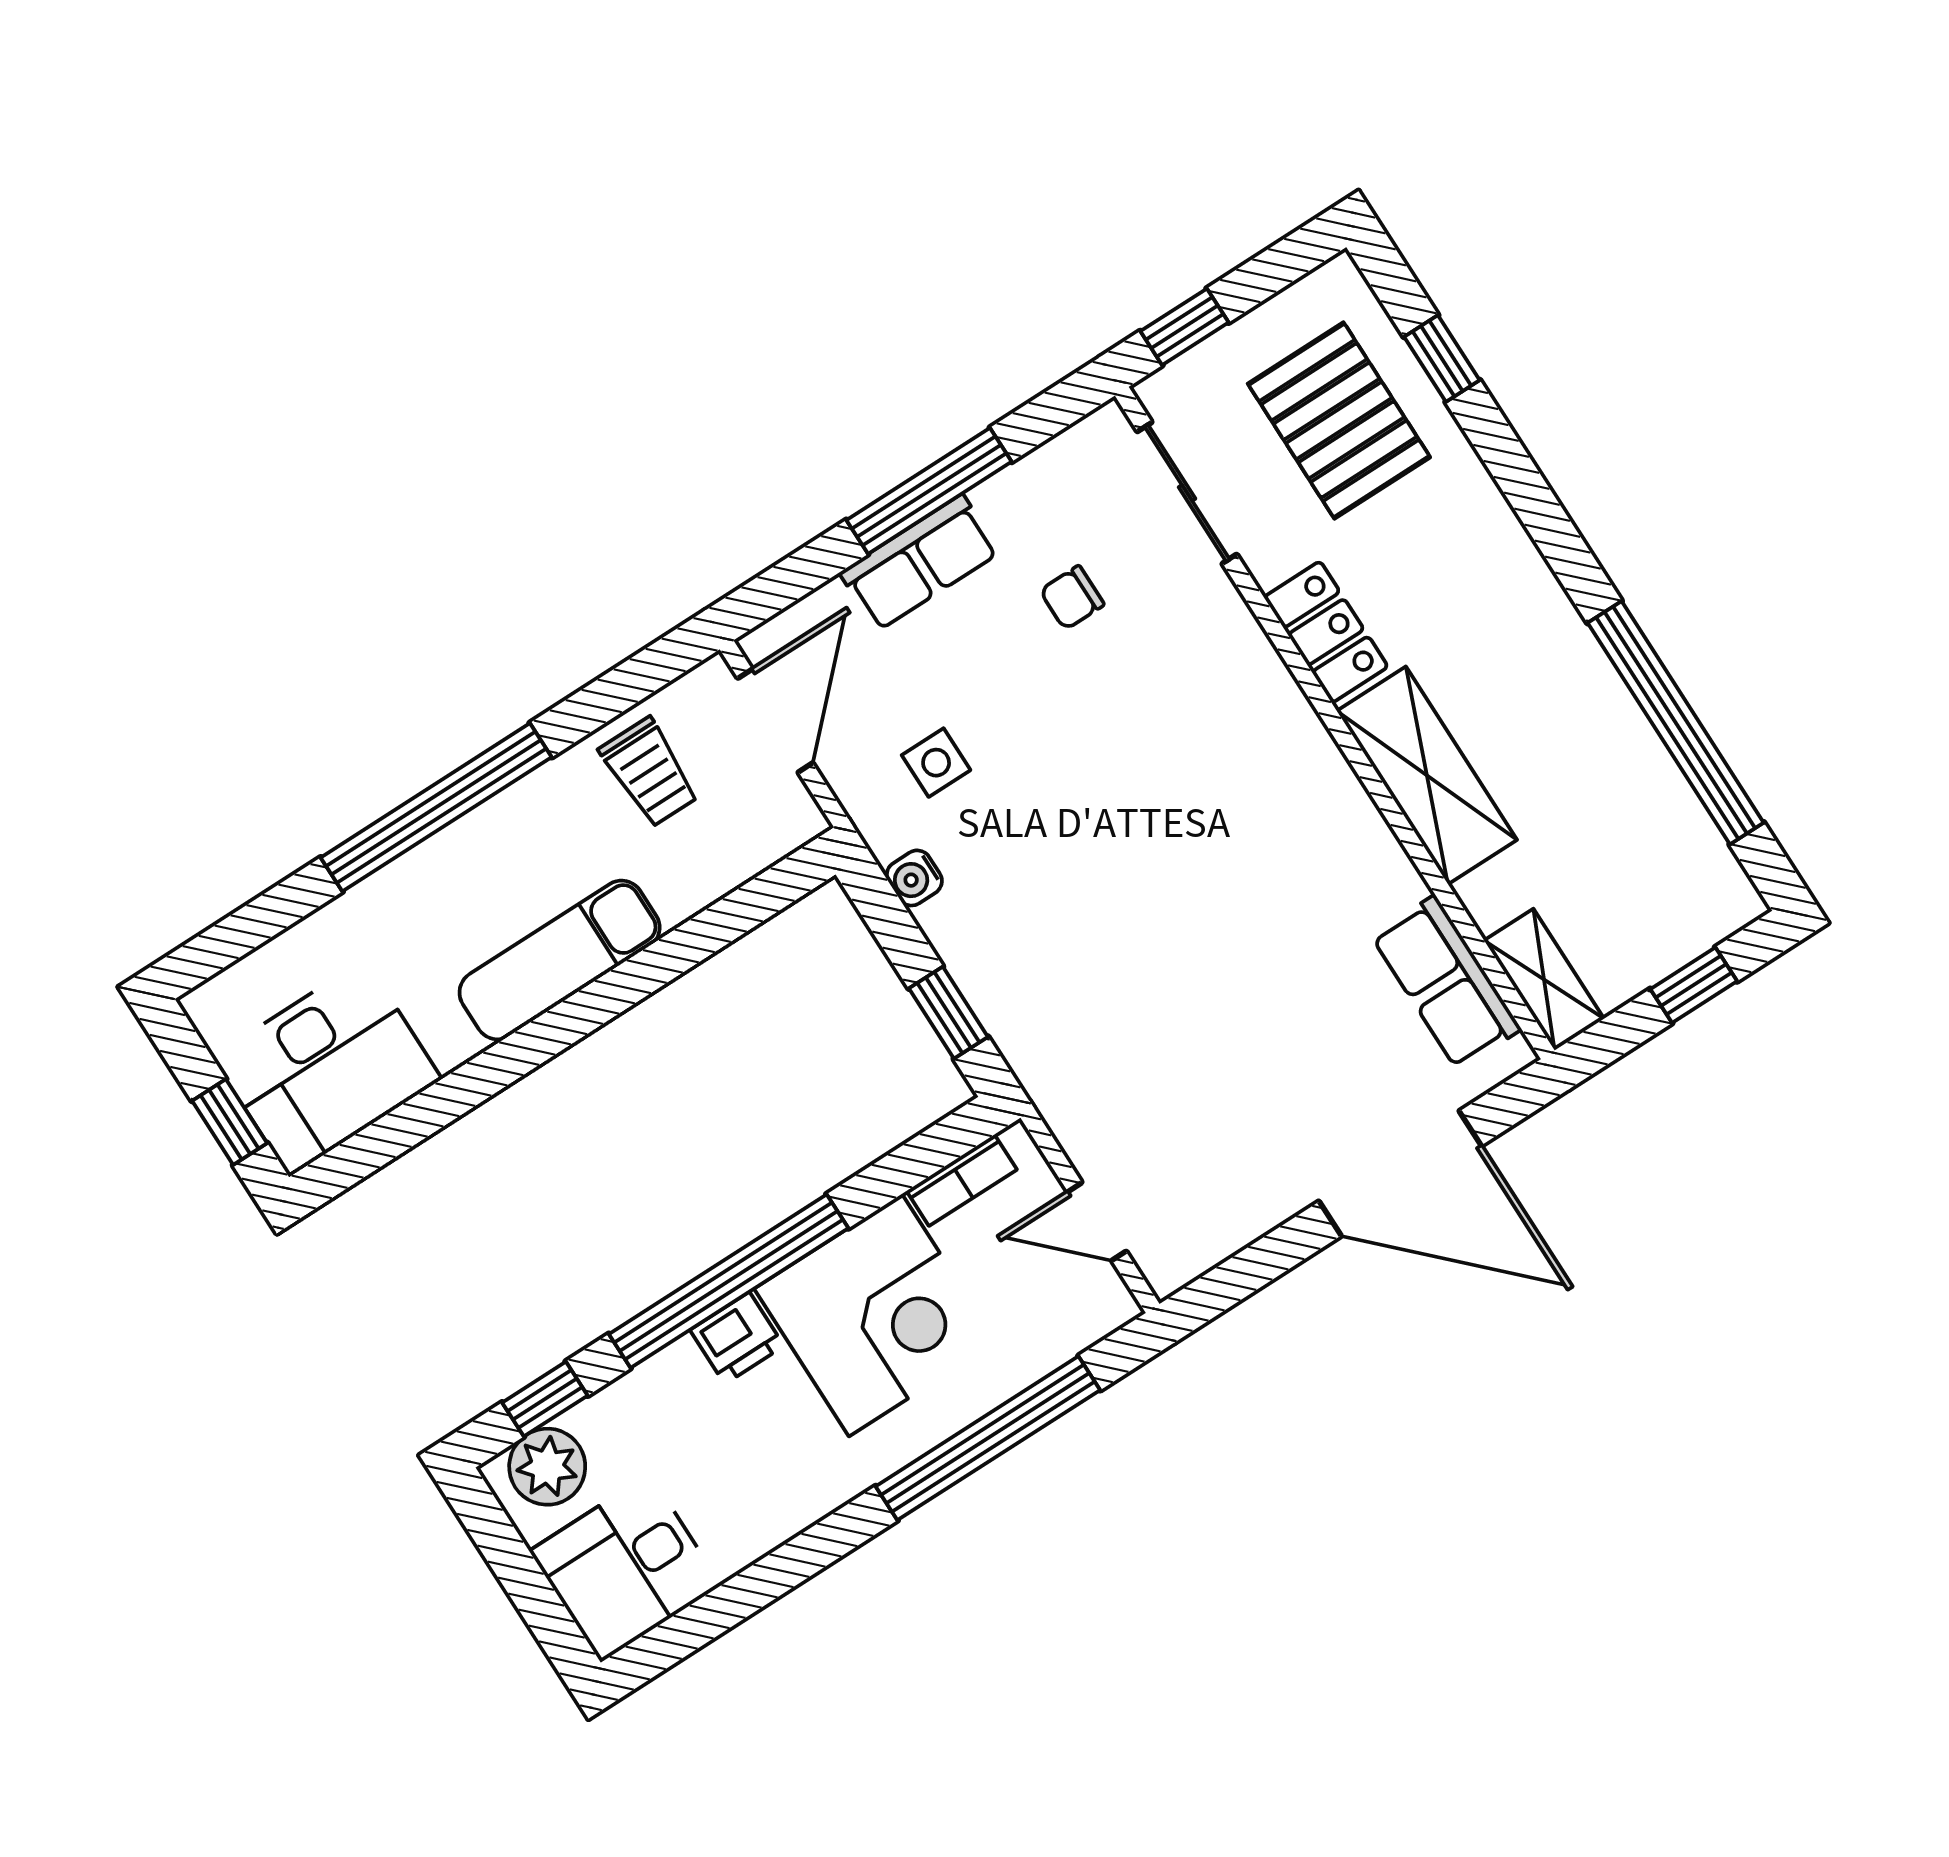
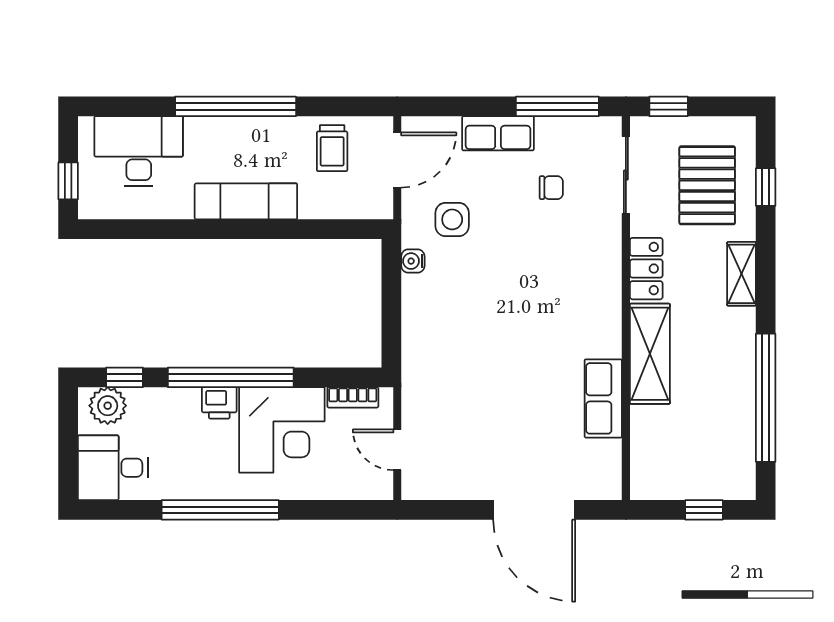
window: (929, 491) -> (557, 106), moved
chair: (1072, 598) -> (551, 188), turned 180
side table: (936, 763) -> (452, 219), width x1.37, depth x1.37
shelving: (1544, 980) -> (741, 274), moved
row of seats: (1446, 983) -> (603, 398), moved
window: (948, 1013) -> (391, 325), removed
desk: (327, 1068) -> (139, 151), moved, turned 180
window: (988, 1438) -> (220, 510), moved

